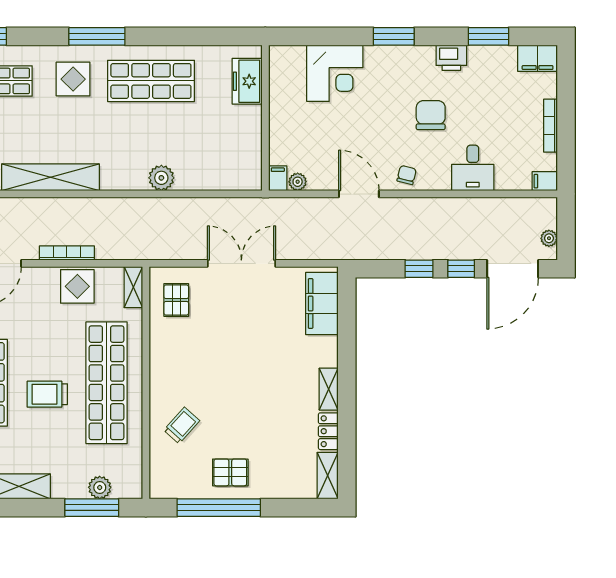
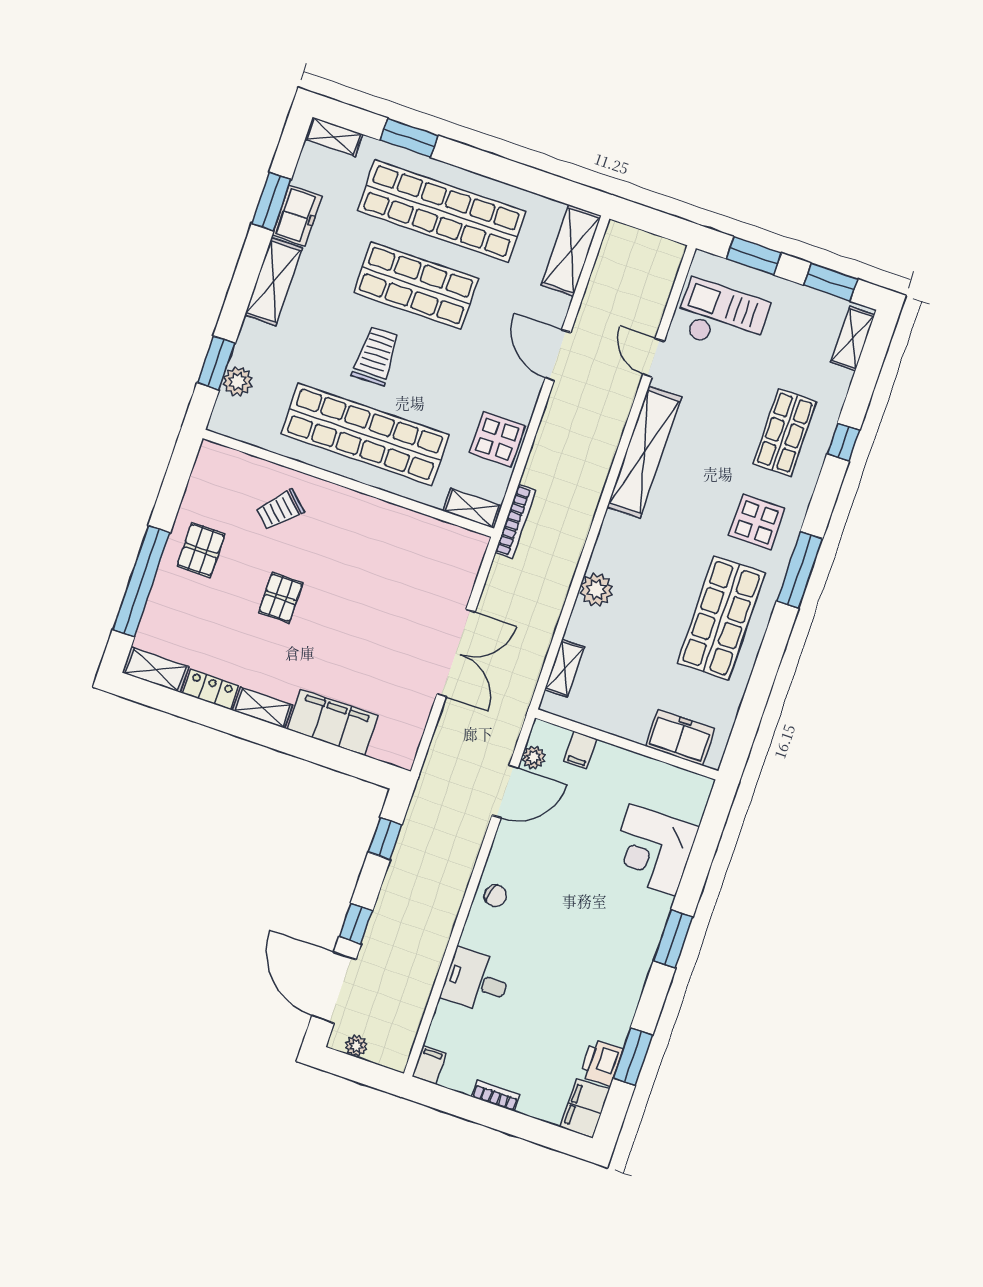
printer: (451, 58) -> (601, 1063), moved
chair: (431, 115) -> (560, 951), removed
bookcase: (551, 126) -> (496, 1096), width x0.64
filing cabinet: (278, 178) -> (580, 750), moved, turned 90
shelving: (226, 181) -> (565, 668), added
door: (359, 194) -> (505, 791), moved
bookcase: (67, 253) -> (515, 521), moved
window: (419, 269) -> (385, 838), moved
pallet: (176, 300) -> (281, 598), moved, turned 90
filing cabinet: (322, 303) -> (332, 722), moved
trolley: (182, 425) -> (280, 510), turned 92
window: (92, 508) -> (216, 363), width x0.69
window: (219, 508) -> (141, 581), moved

